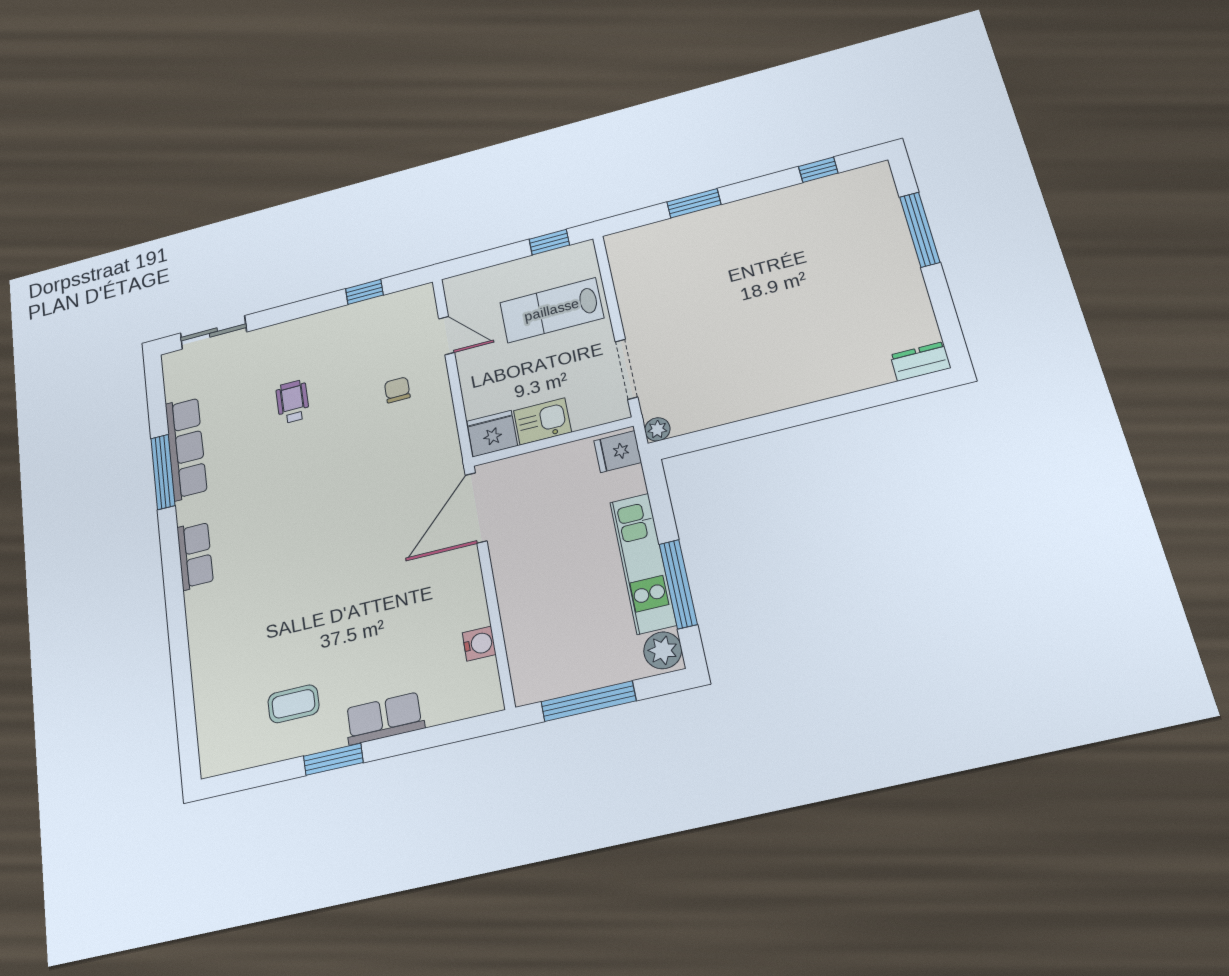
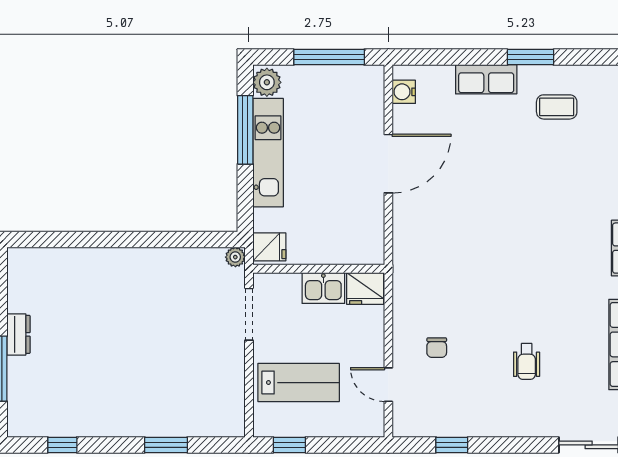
dresser: (920, 361) -> (18, 334), moved, turned -90
door: (476, 508) -> (388, 164), moved
water cooler: (479, 644) -> (404, 92), moved

